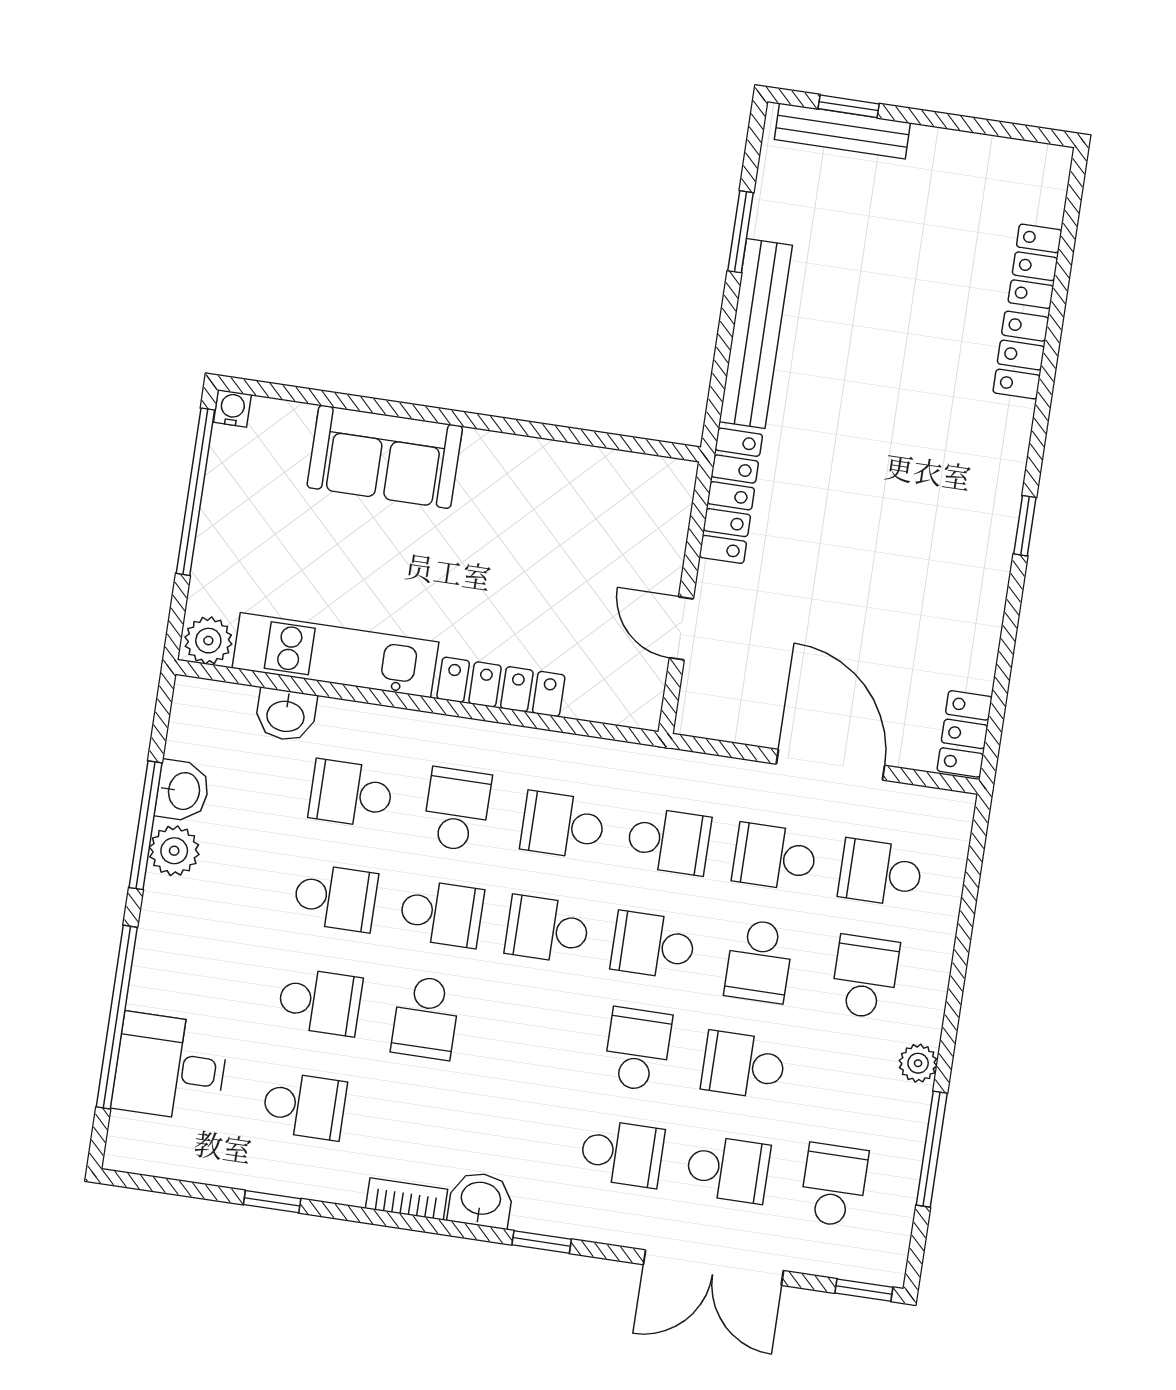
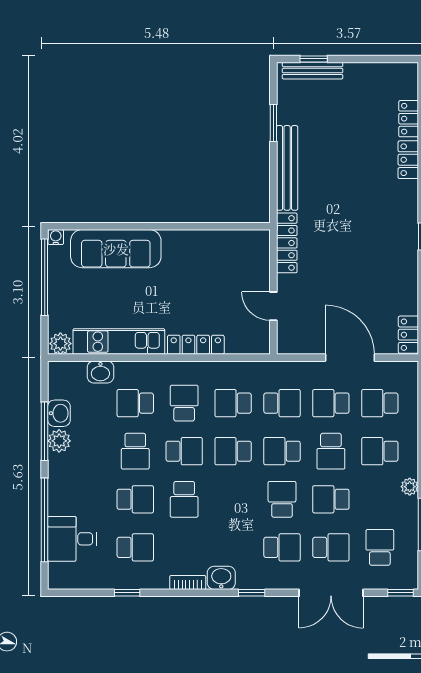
sofa: (385, 457) -> (116, 249), width x1.36
school desk: (335, 898) -> (135, 451), turned 90
school desk: (865, 977) -> (380, 451), turned -90

